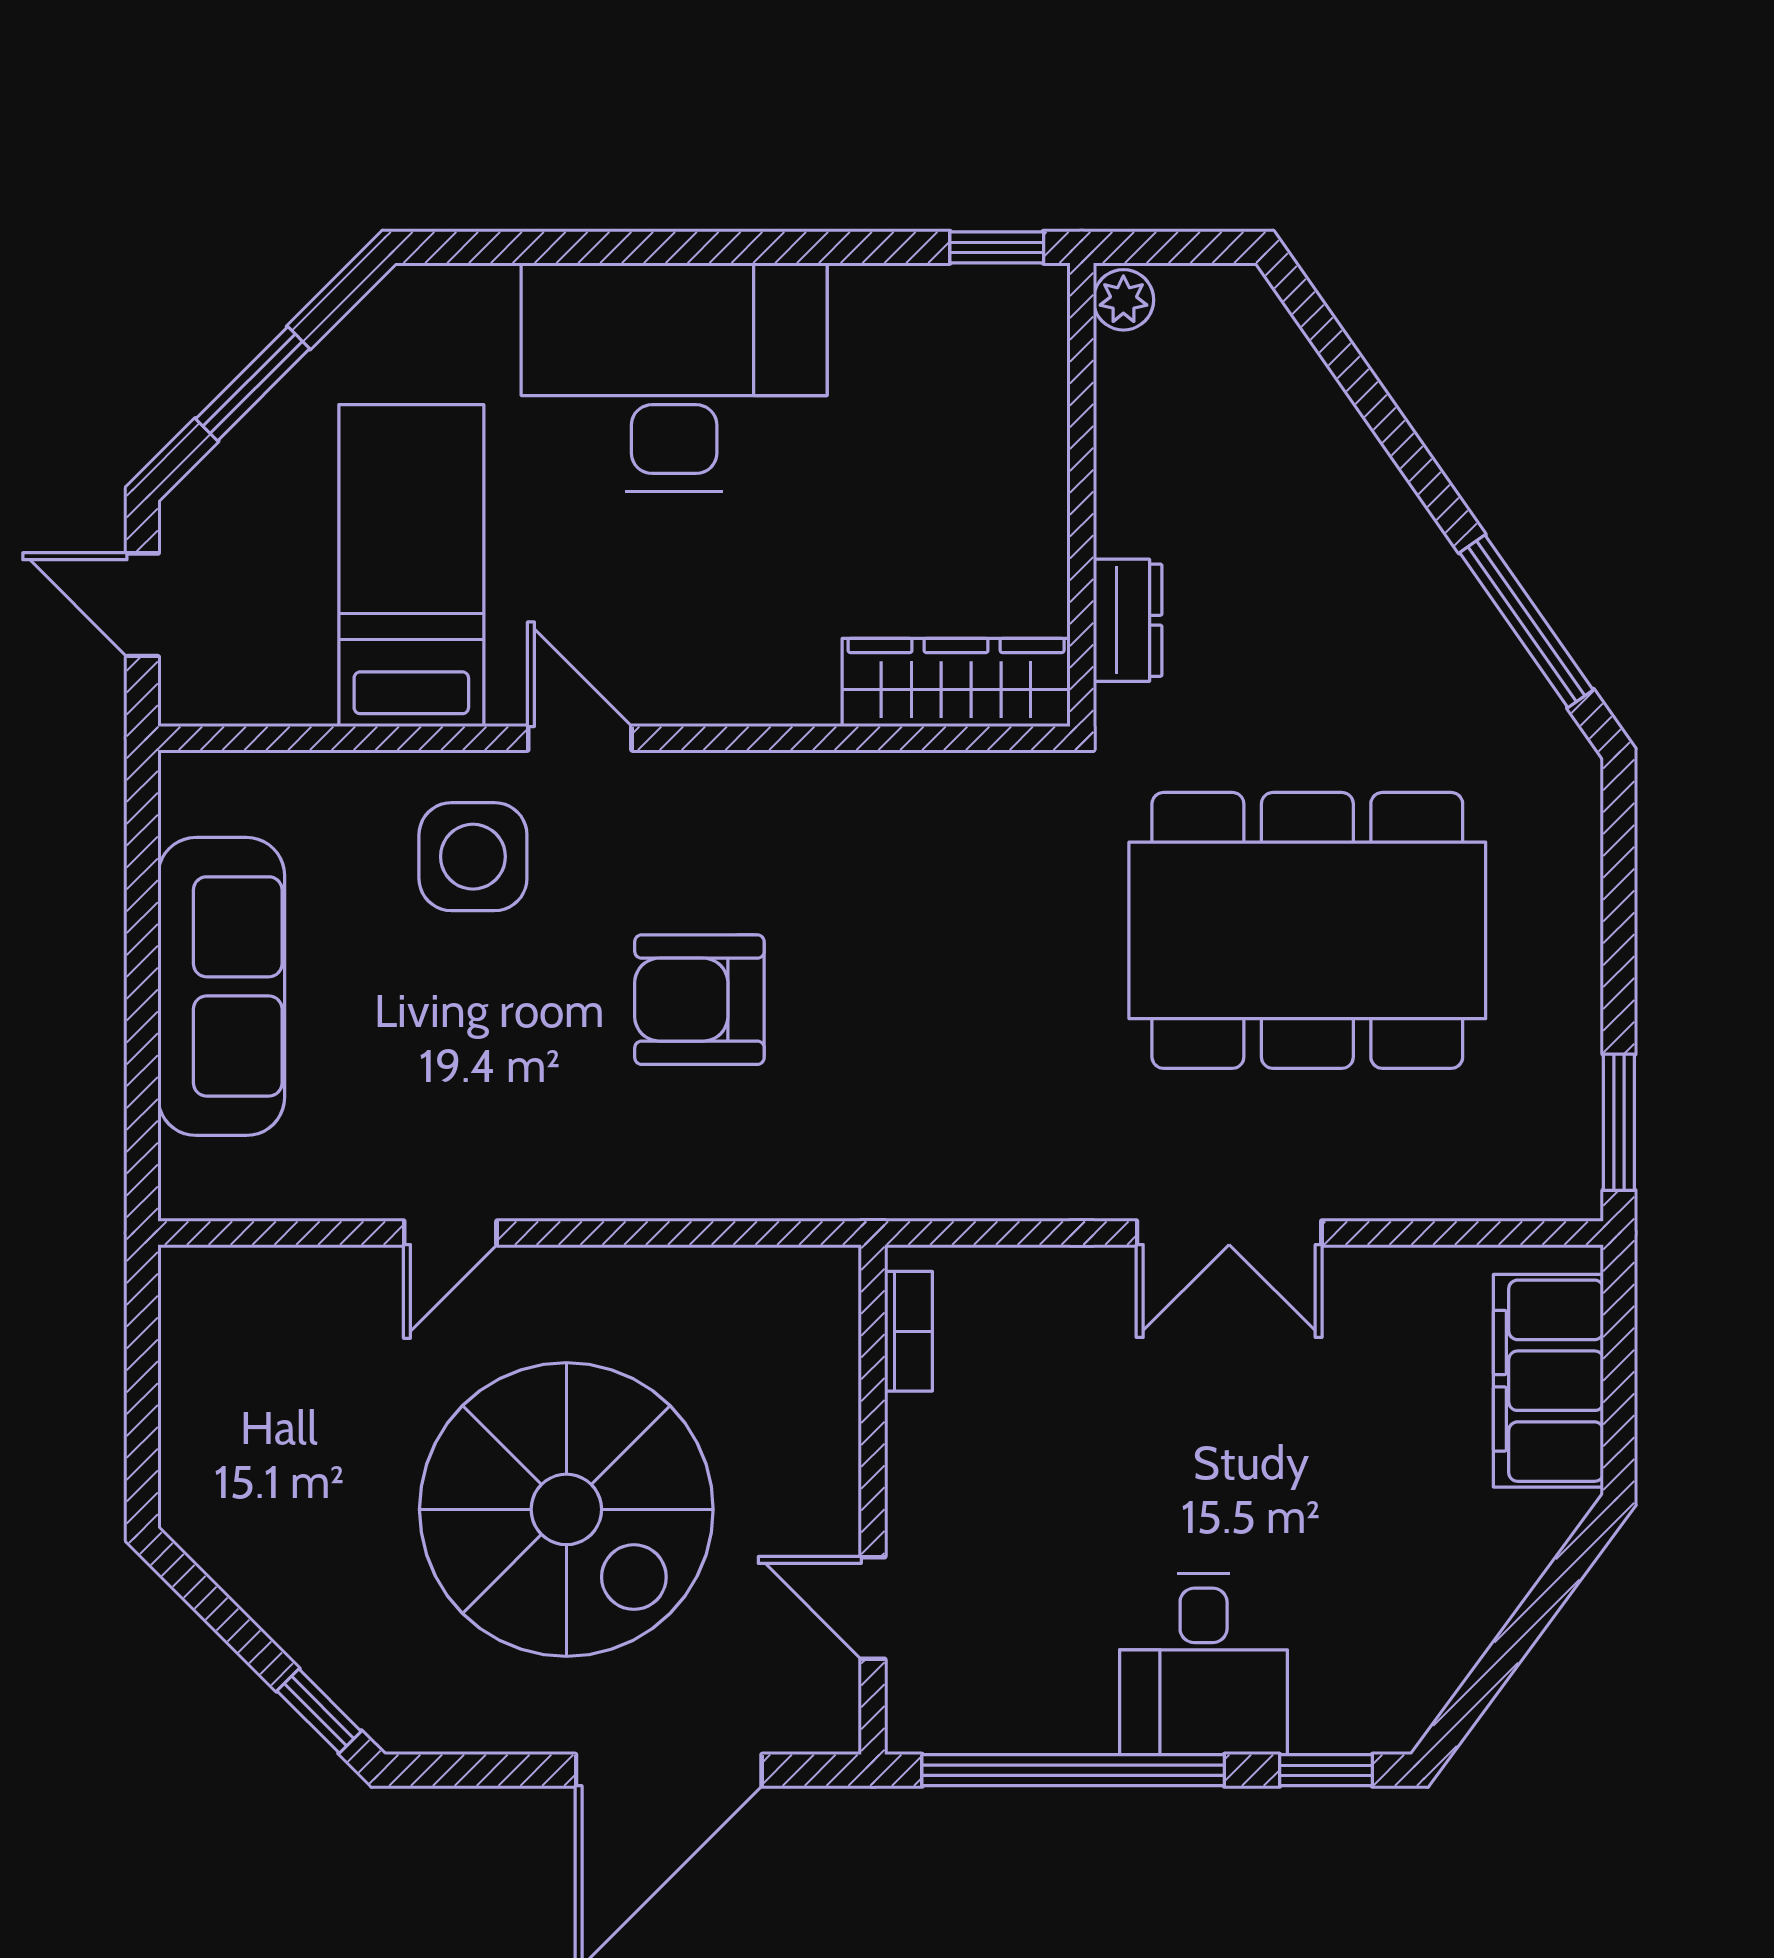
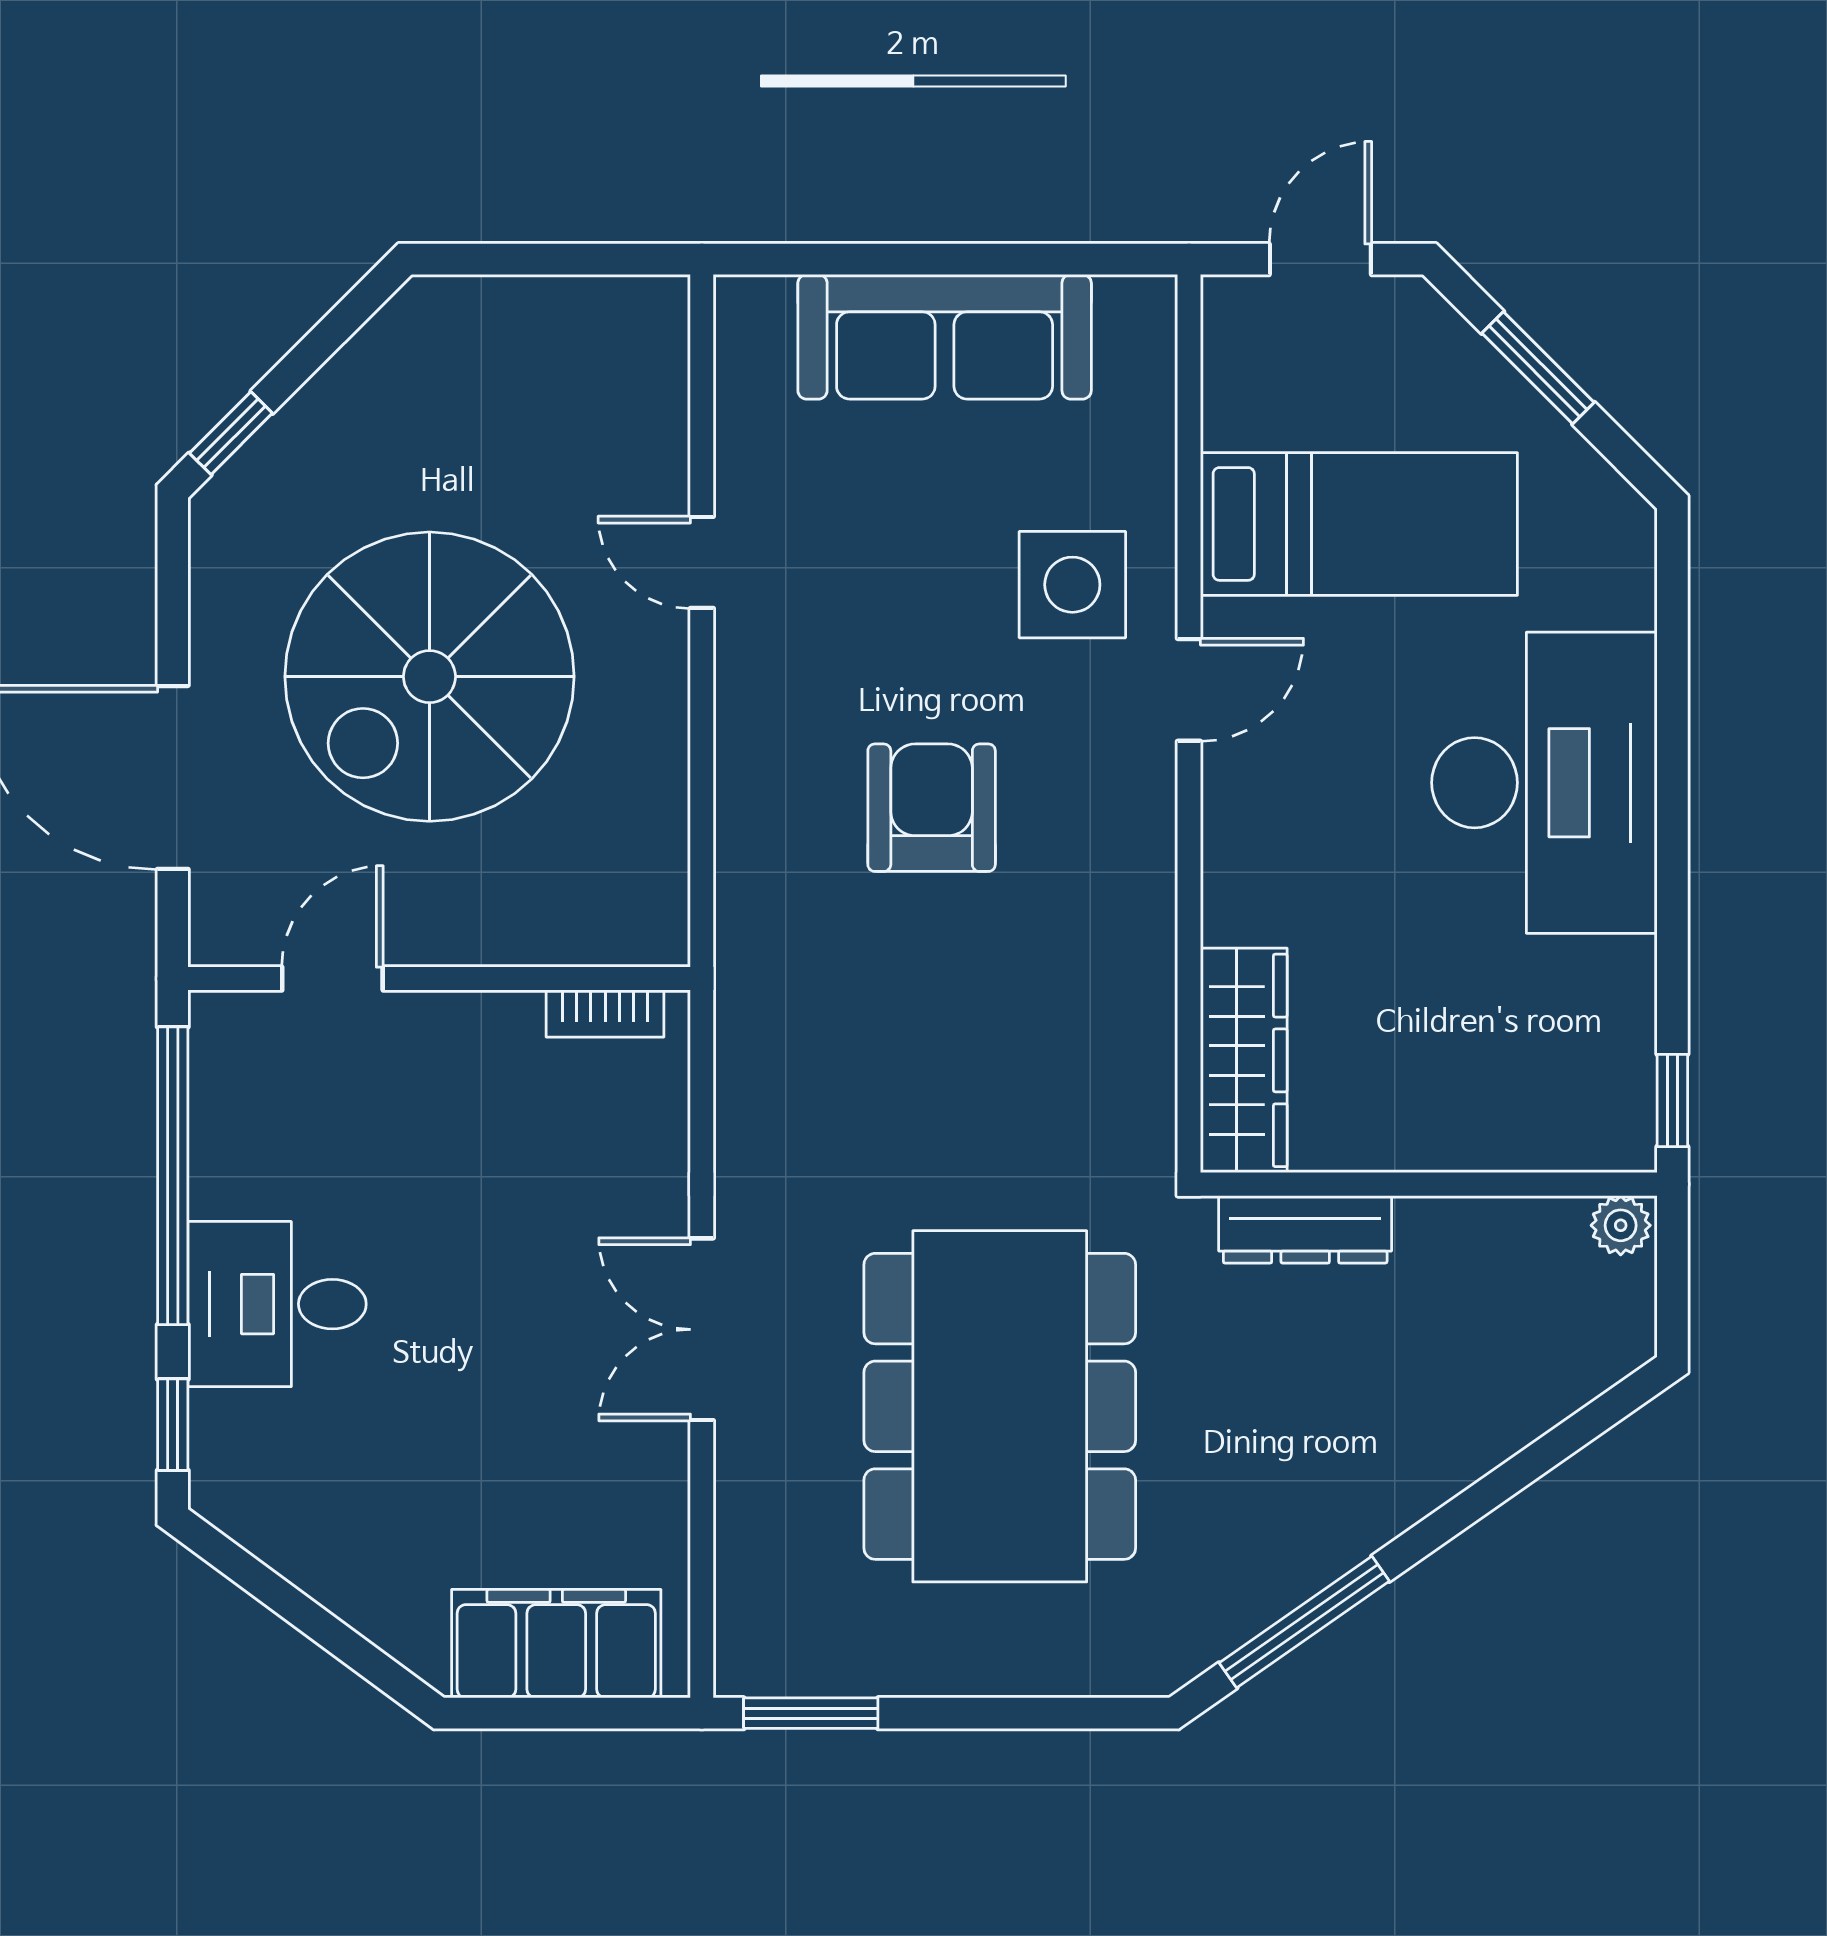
dresser: (1128, 620) -> (1305, 1229), width x1.44

